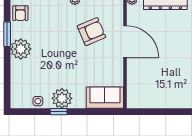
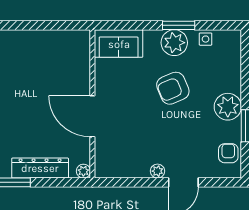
armchair: (91, 32) -> (173, 88), moved
window: (59, 112) -> (179, 25), width x1.50

